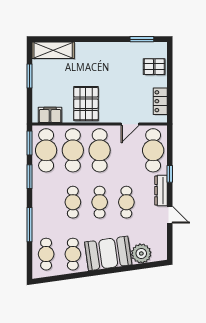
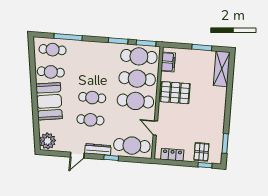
window: (170, 61) -> (205, 165), added
cafe table: (73, 202) -> (94, 75), removed
window: (30, 225) -> (68, 37), moved
plant: (141, 253) -> (48, 141), moved

